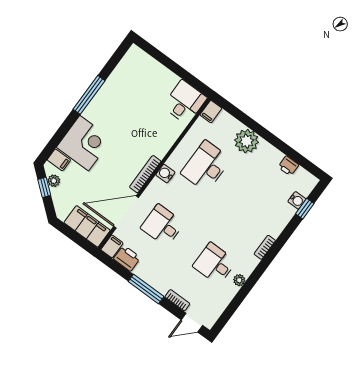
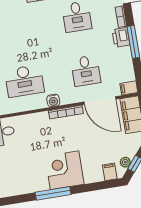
corner desk: (84, 143) -> (65, 170), moved
printer: (127, 258) -> (121, 37), moved

